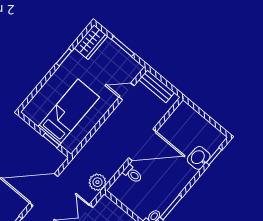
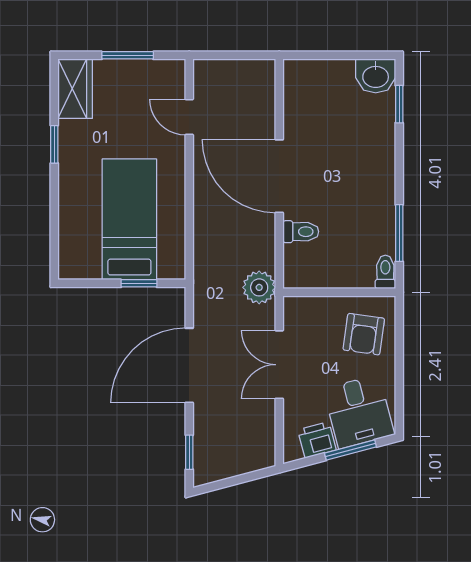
bench: (157, 86) -> (227, 72), removed
door: (127, 91) -> (189, 117), hinge flipped
door: (143, 145) -> (279, 176), swing flipped
washbasin: (199, 158) -> (376, 76), moved, turned -90

